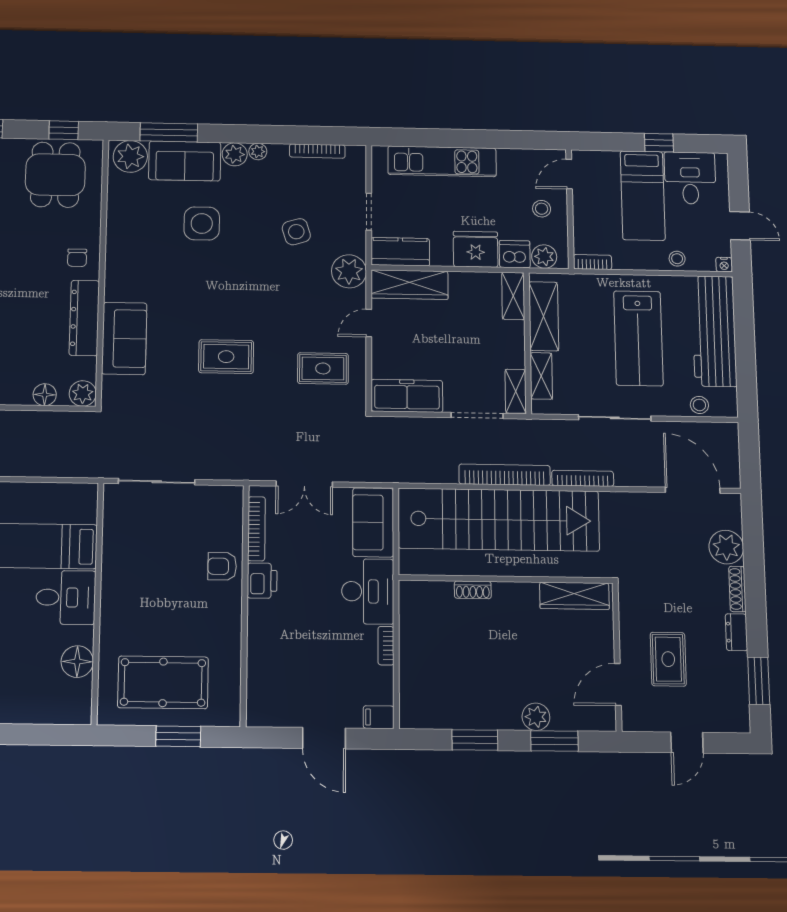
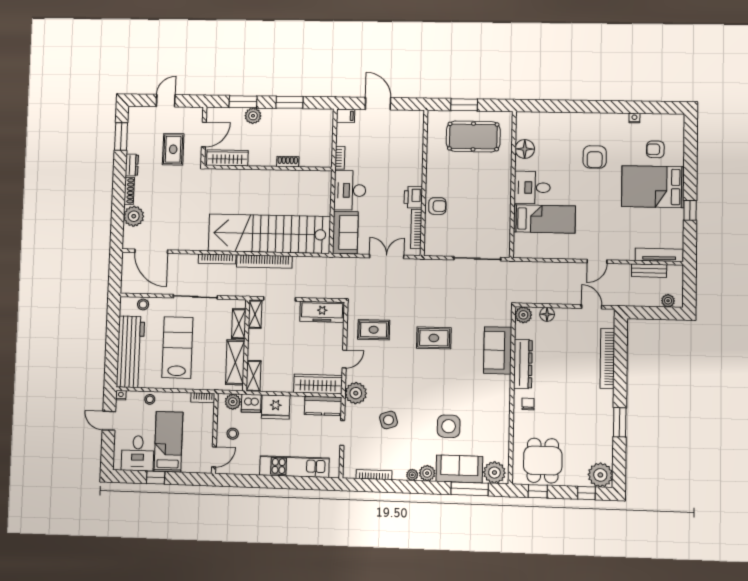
wall: (506, 579) -> (268, 168), moved
shoe rack: (473, 590) -> (288, 162), moved
wardrobe: (574, 596) -> (227, 158), moved

